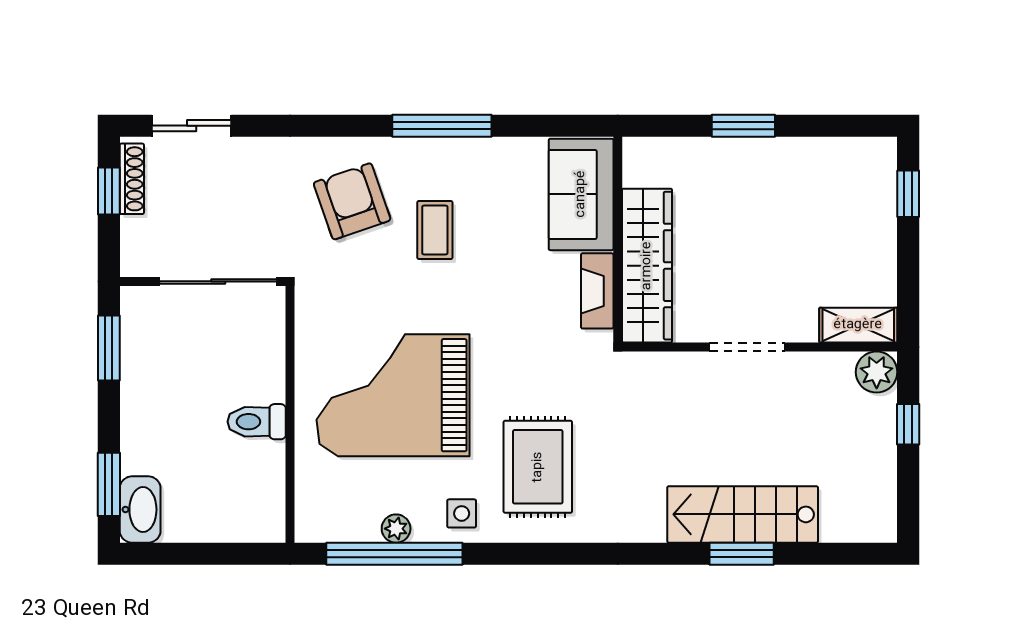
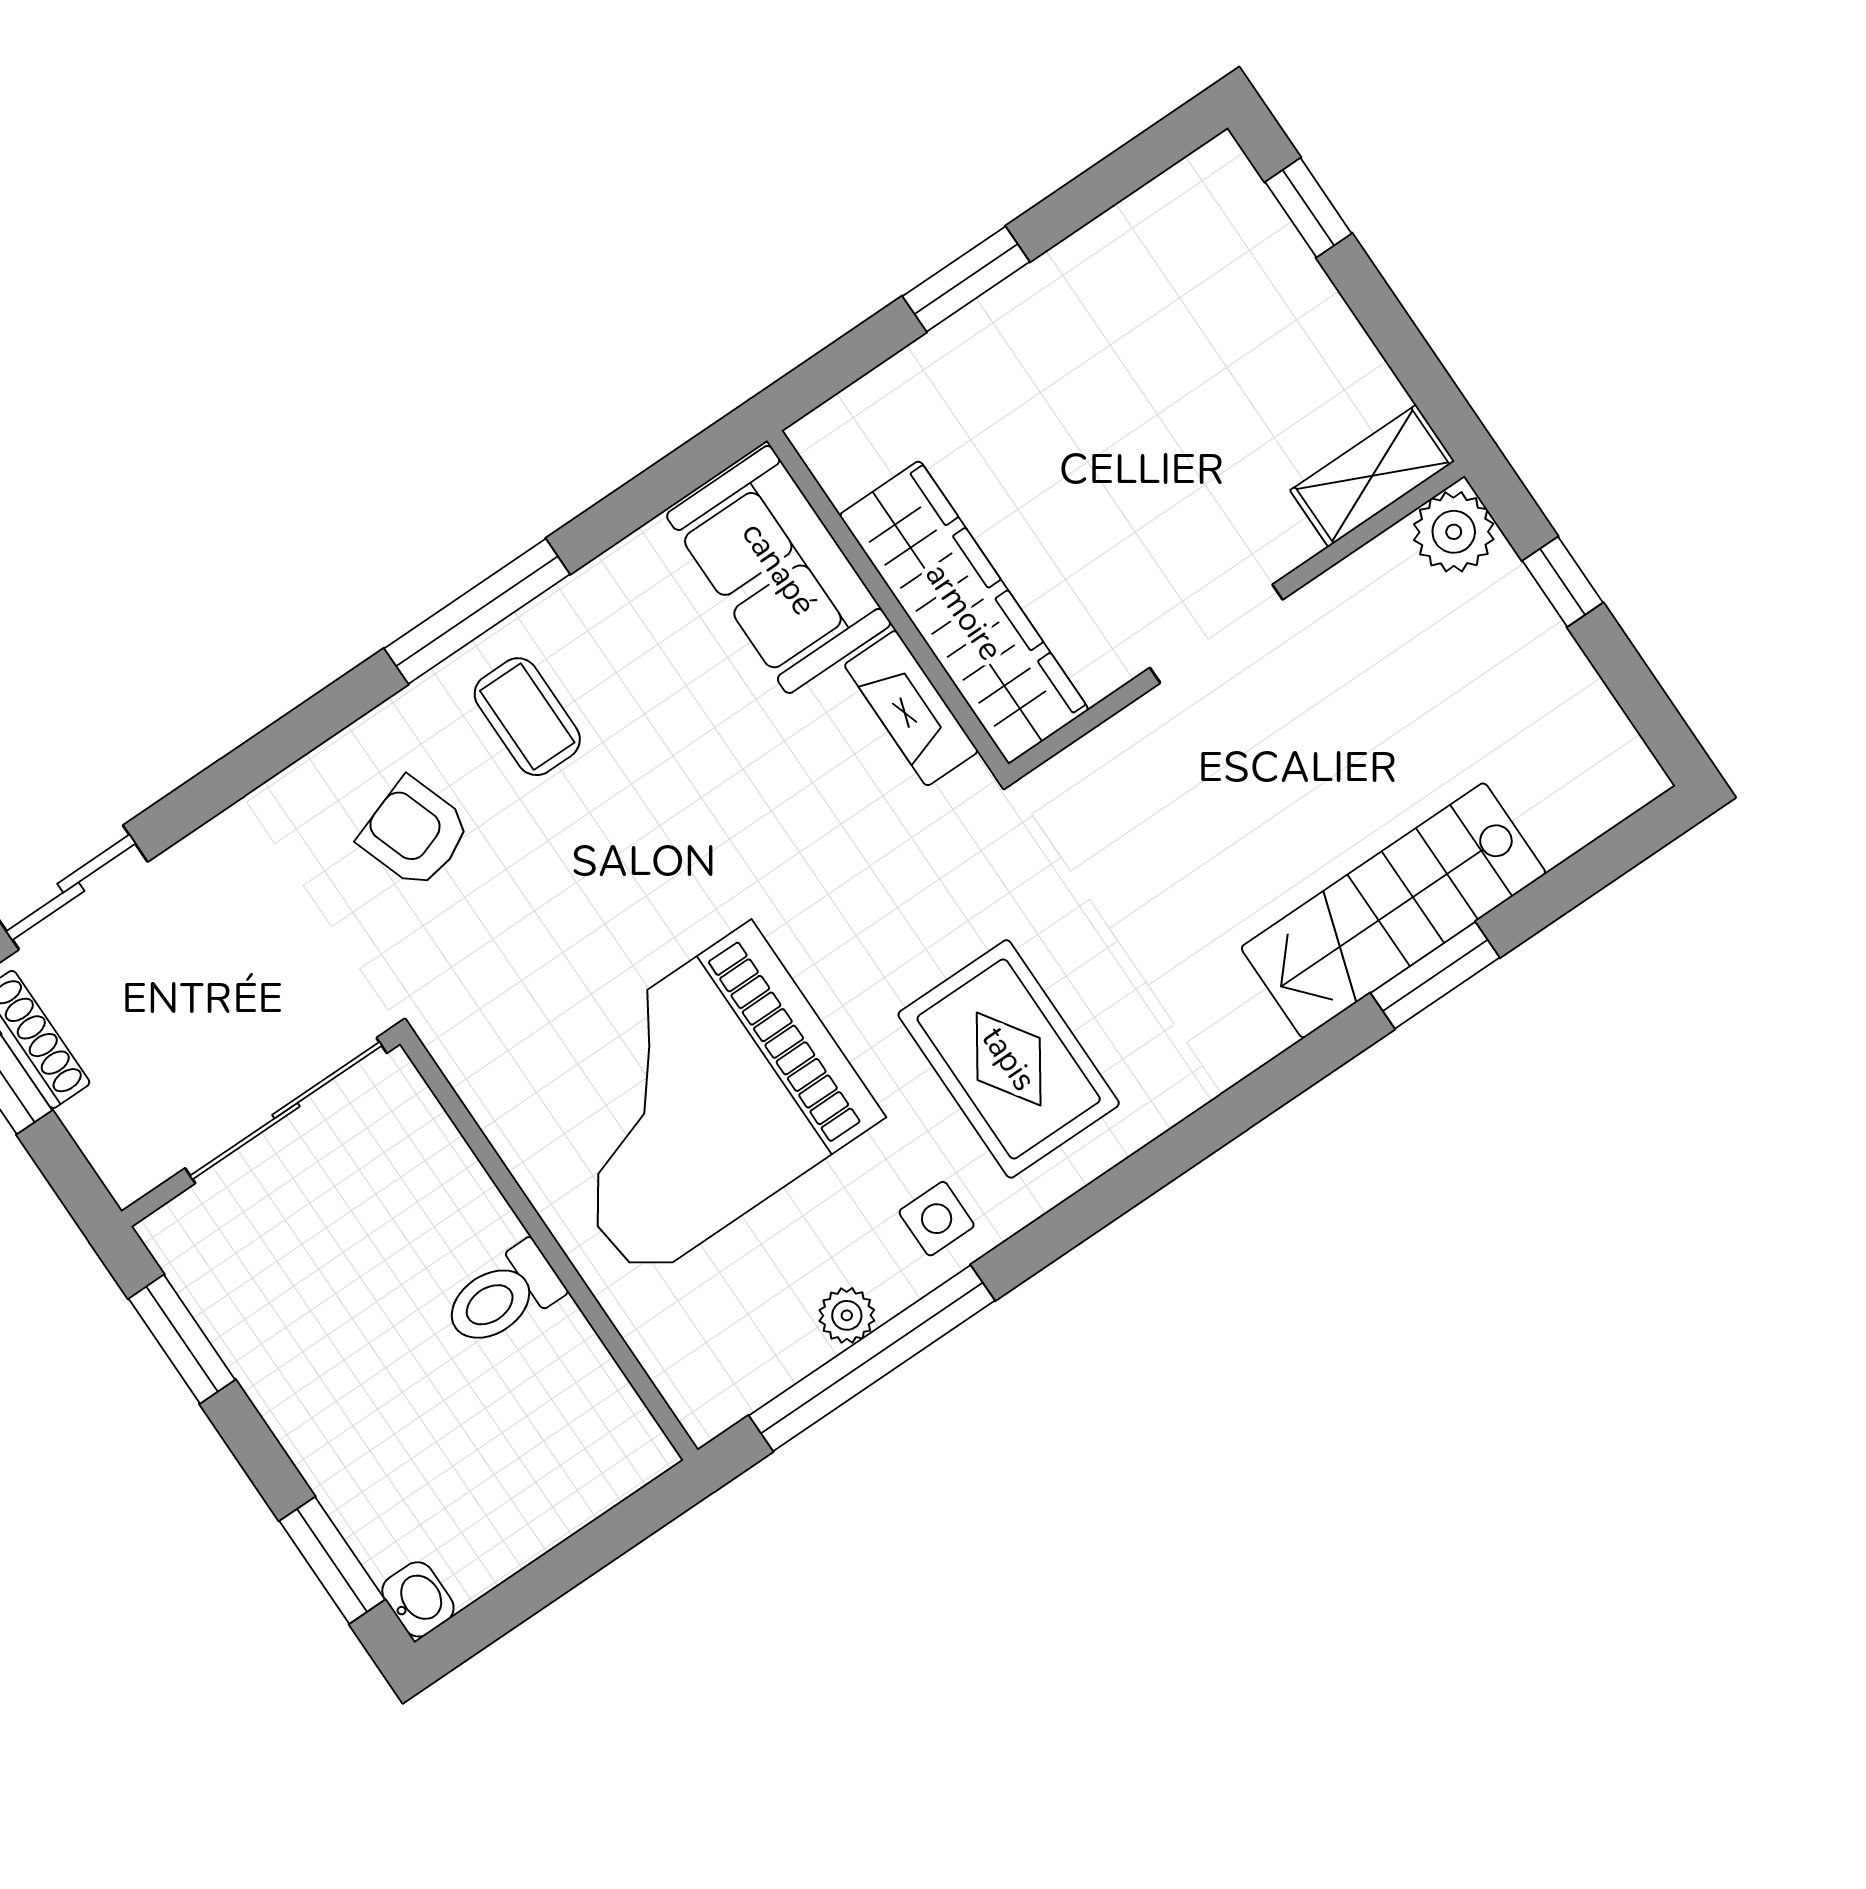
armchair: (352, 201) -> (415, 833), width x0.72, depth x0.72
coffee table: (435, 230) -> (527, 717), moved
washbasin: (140, 510) -> (418, 1599), width x0.52, depth x0.69

